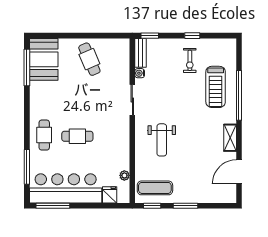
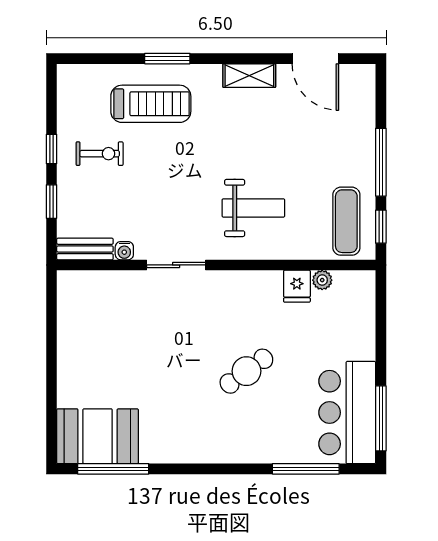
window: (150, 36) -> (51, 202), moved
cafe table: (89, 59) -> (97, 348), removed
window: (239, 95) -> (167, 59), width x0.47
cafe table: (44, 135) -> (244, 435), removed
cafe table: (77, 136) -> (246, 371), turned 54
bar counter: (66, 188) -> (347, 413), width x0.73
fridge: (110, 195) -> (297, 286), moved, turned -90
window: (185, 206) -> (381, 162), width x1.44

